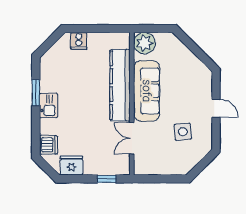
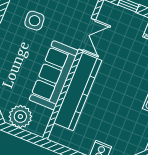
plant: (145, 43) -> (20, 116), moved

